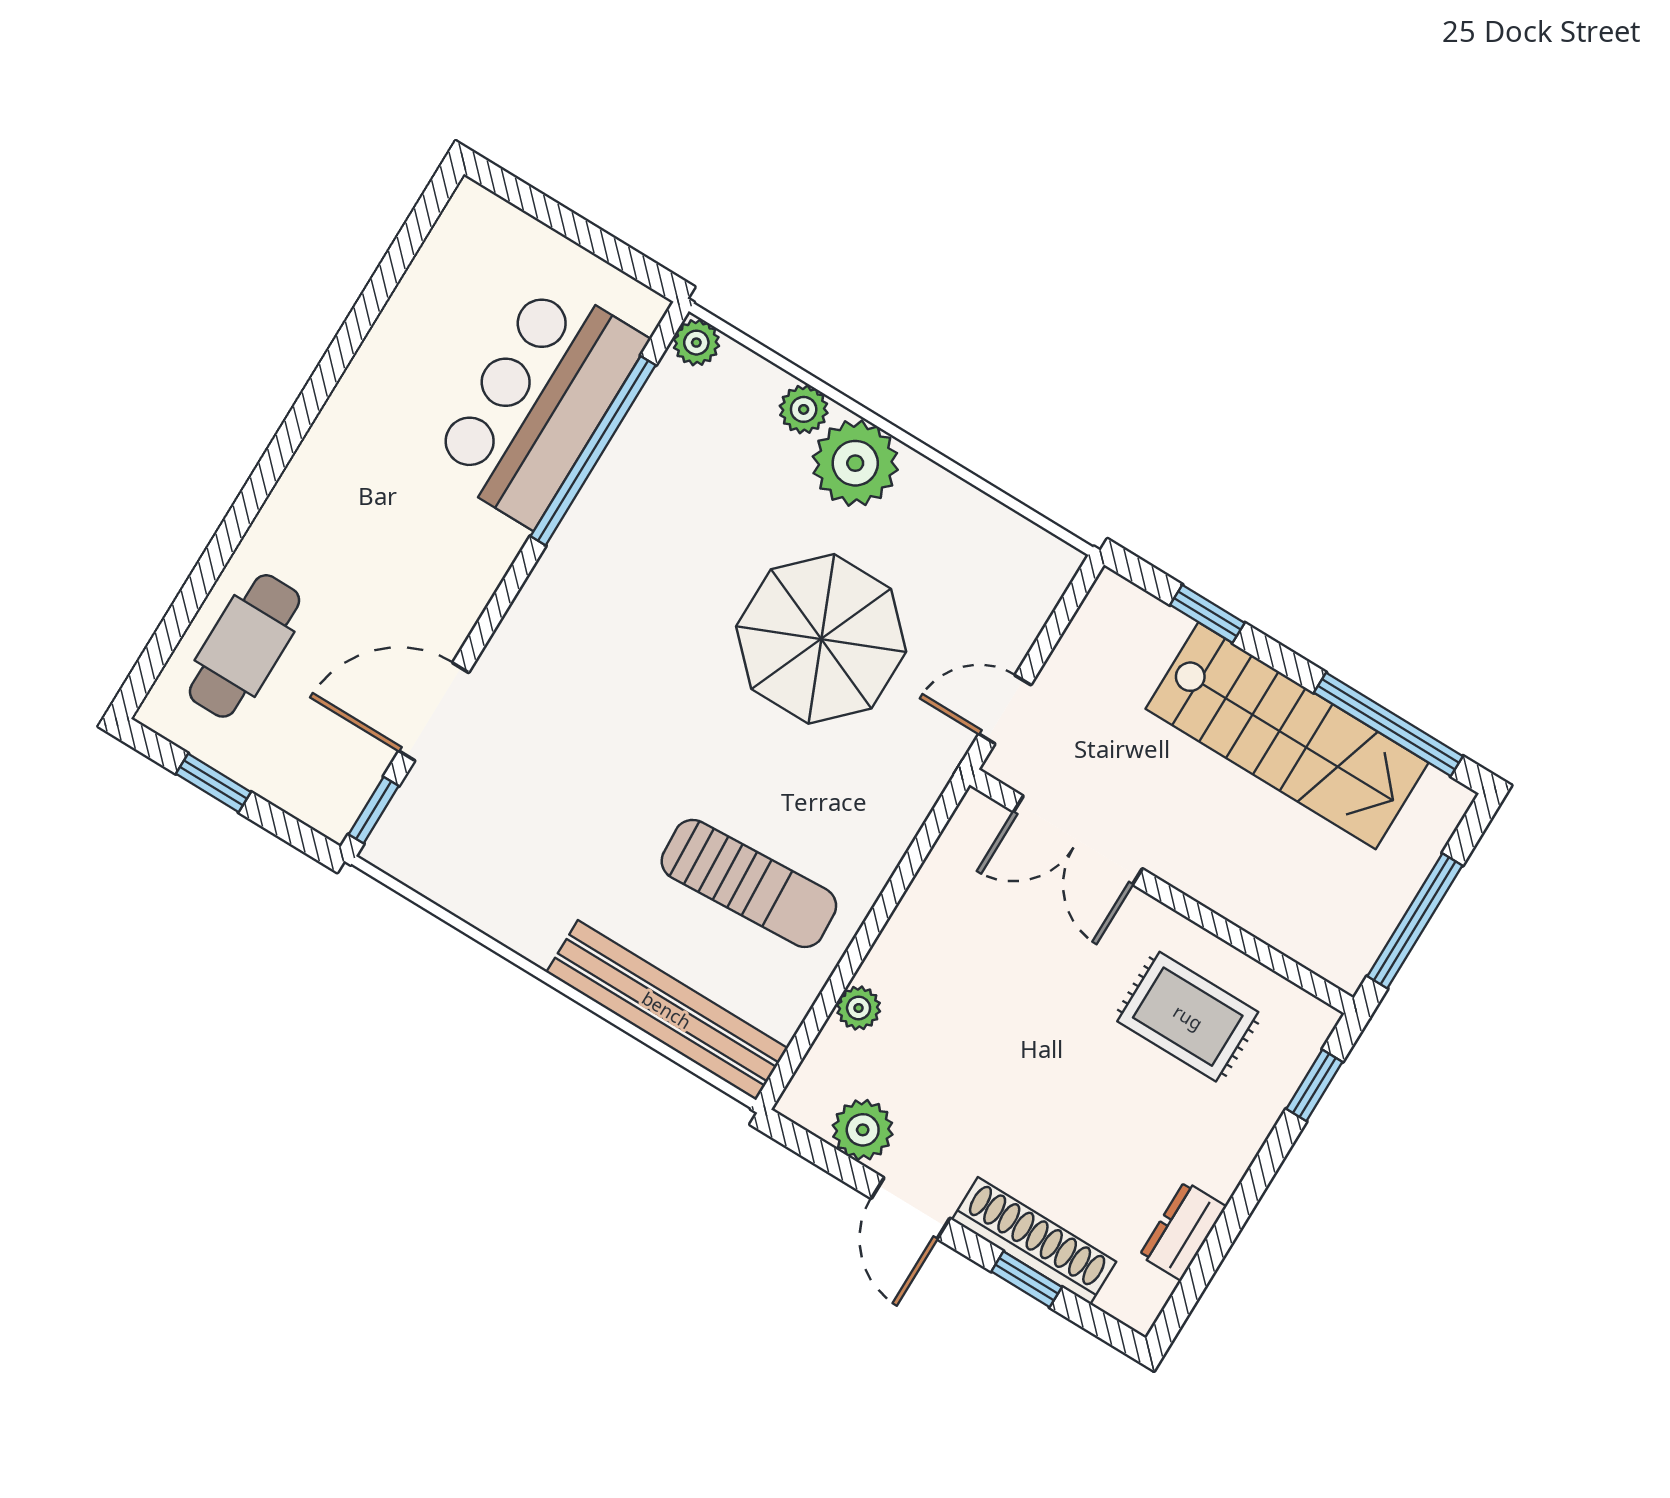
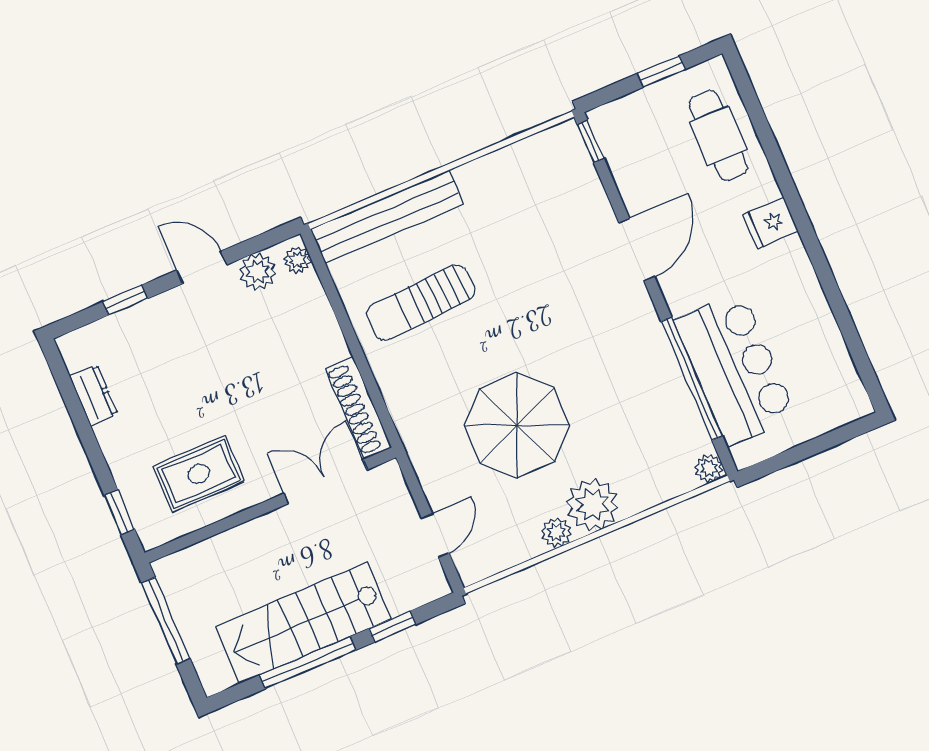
plant: (804, 409) -> (556, 533), moved
fridge: (311, 494) -> (770, 223), added
door: (1005, 709) -> (435, 535), moved
door: (434, 712) -> (637, 250), moved
window: (1388, 724) -> (308, 663), moved
plant: (859, 1008) -> (297, 260), moved
shoe rack: (1034, 1241) -> (358, 408), moved, turned 90

